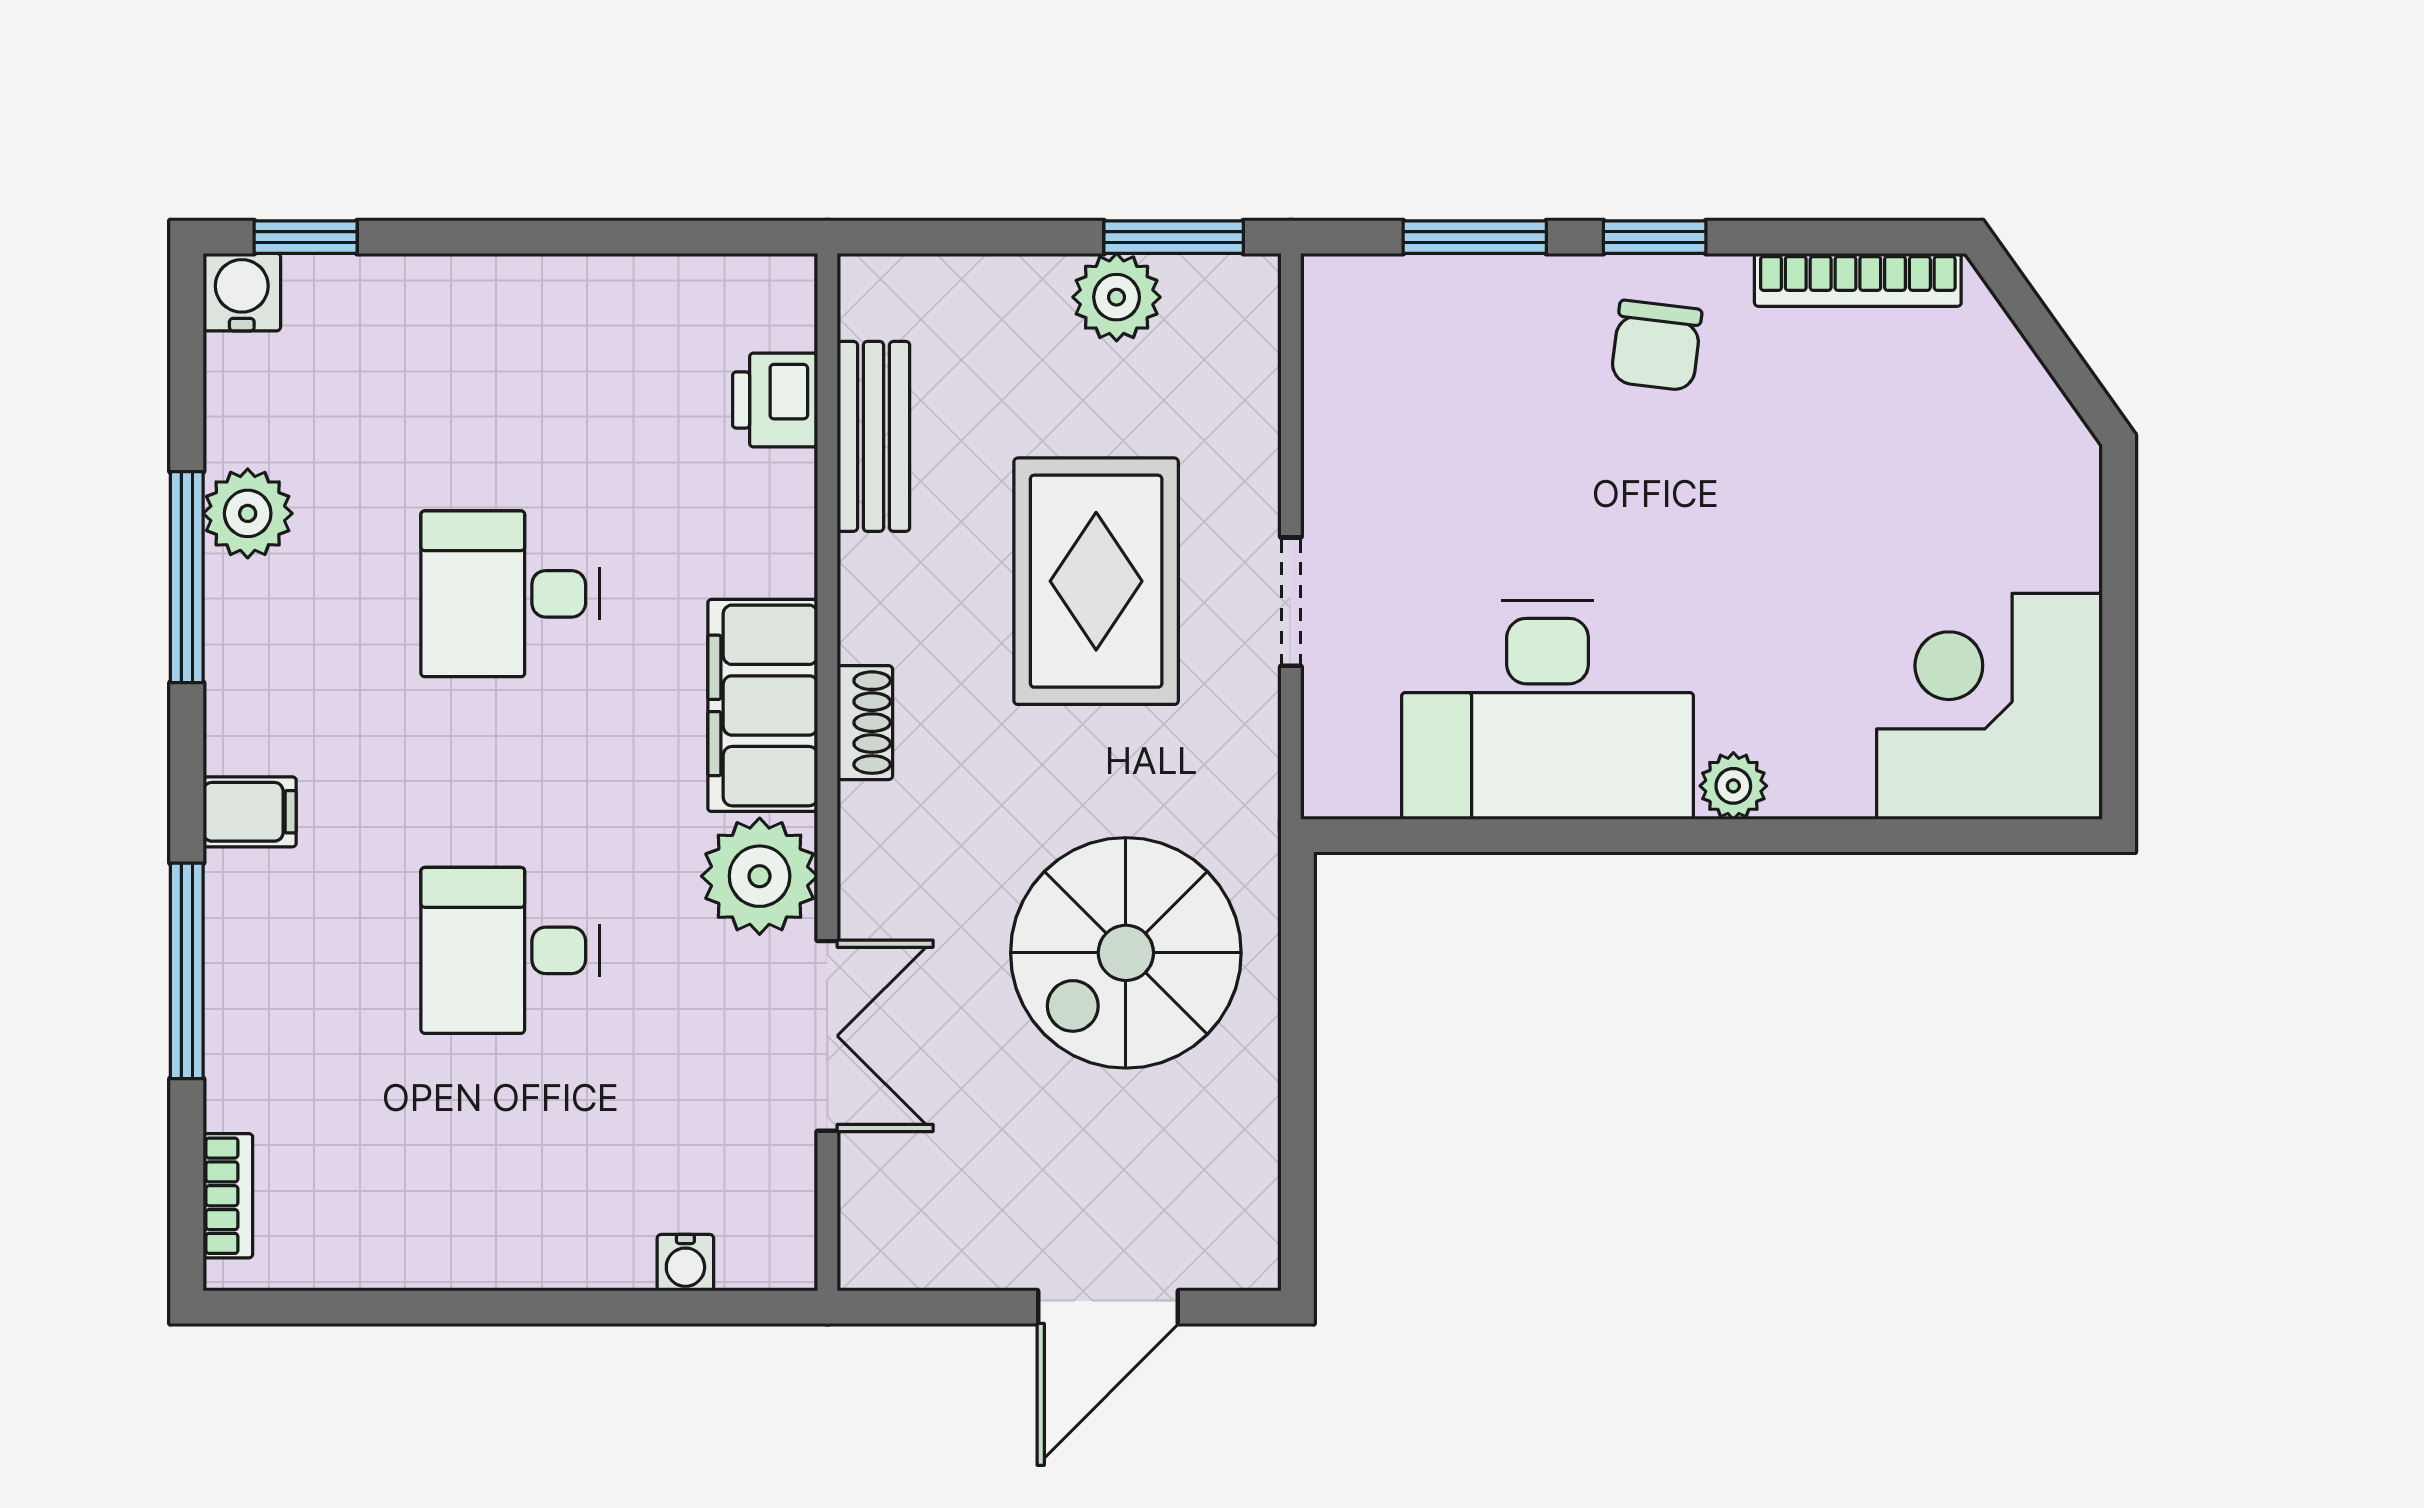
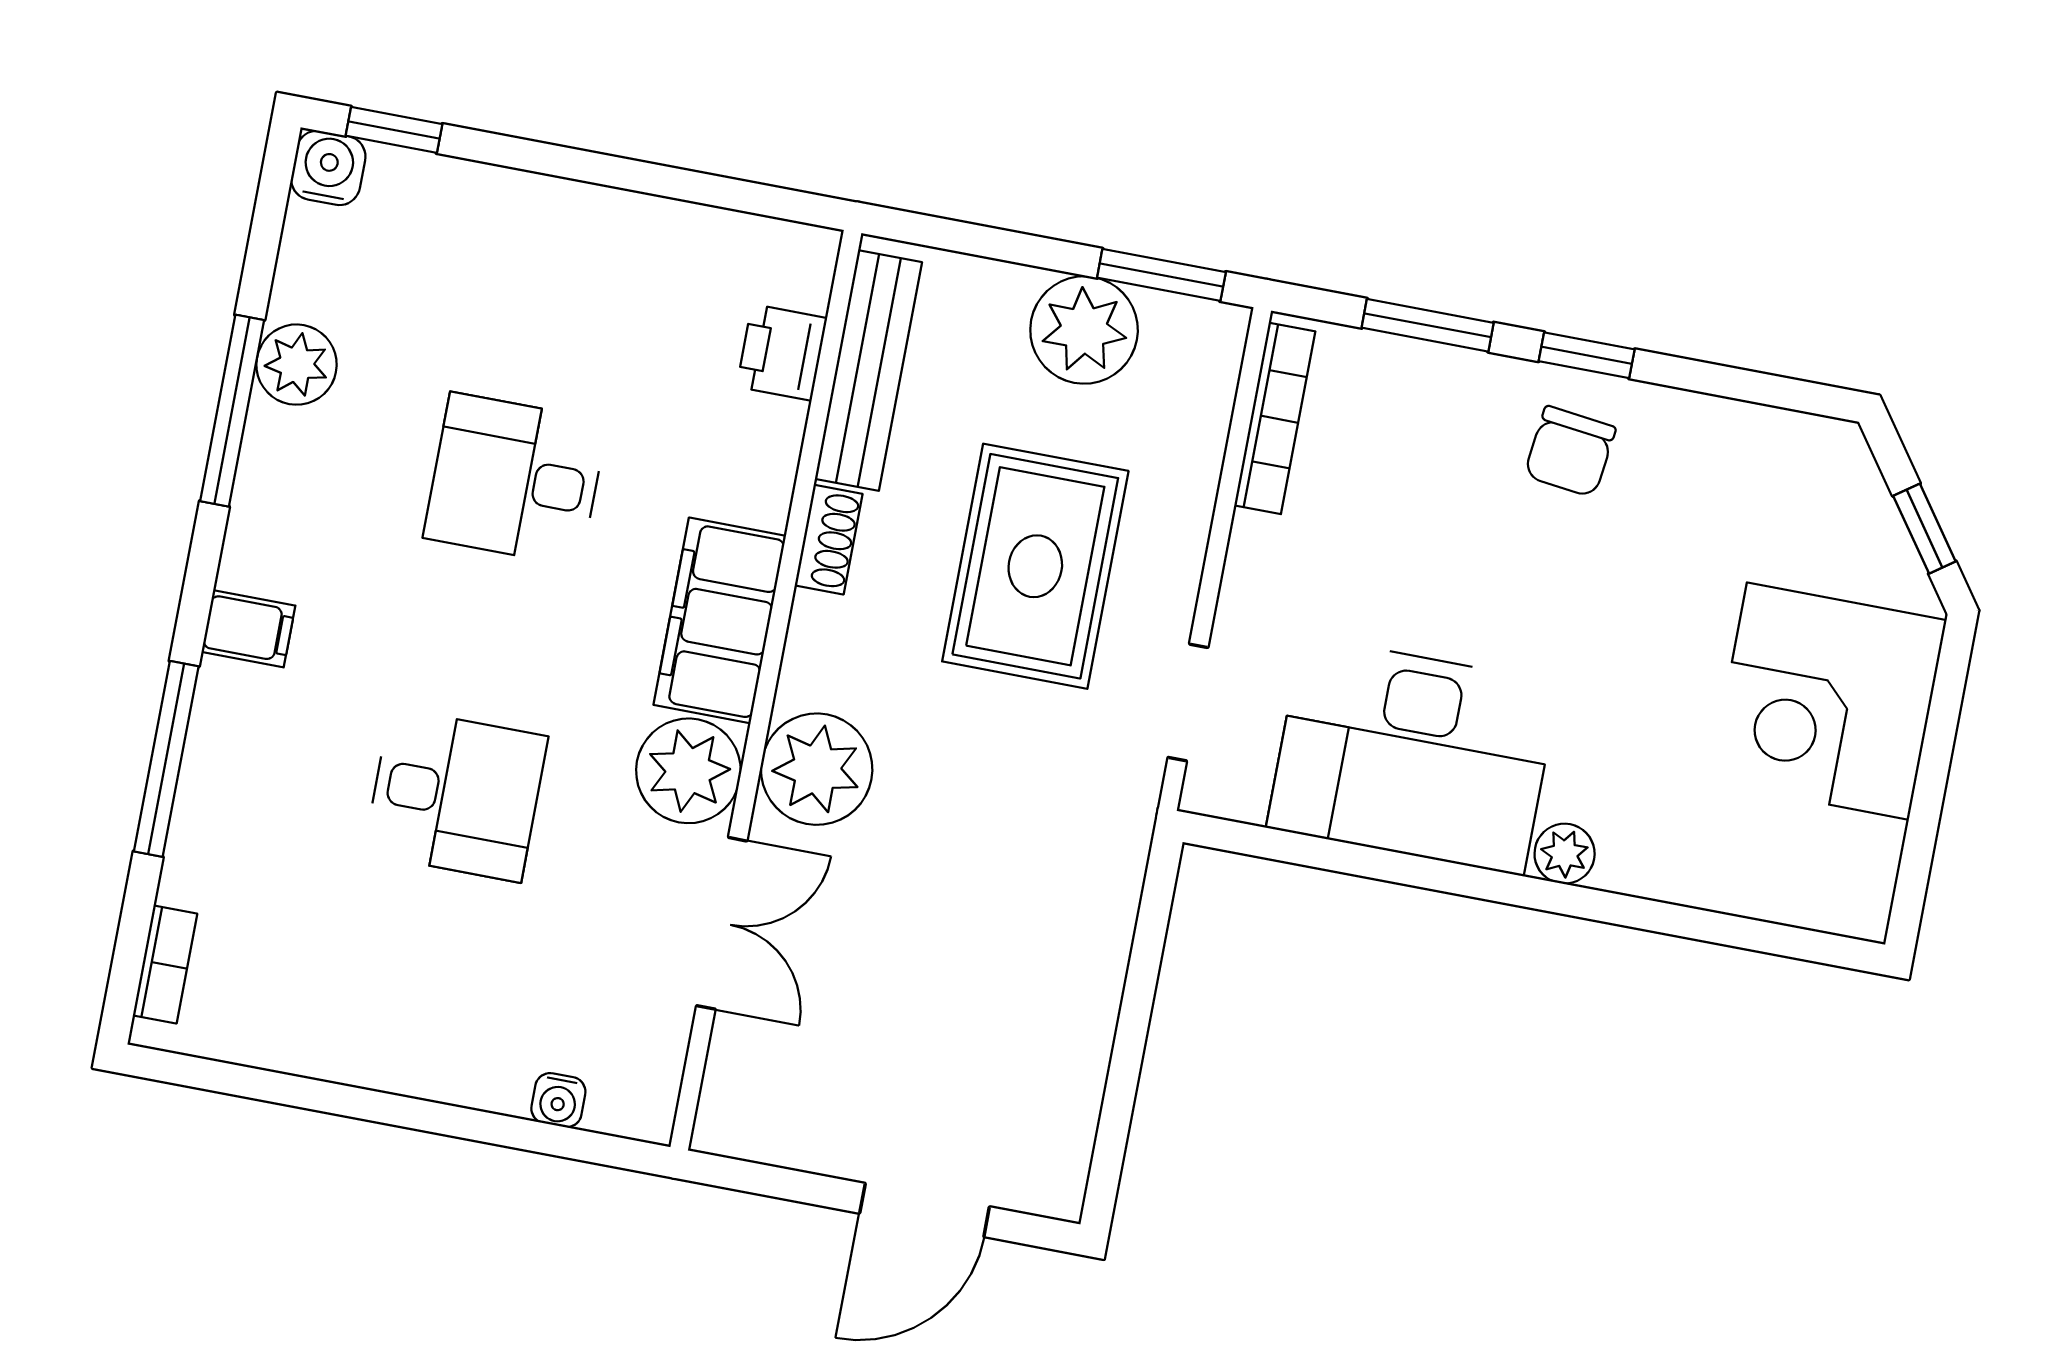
bookcase: (1858, 280) -> (1275, 418), moved, turned -90
plant: (1117, 297) -> (1084, 330), width x1.36, depth x1.36
window: (2059, 357) -> (1924, 529), added
bench: (873, 436) -> (868, 370), width x1.36
doorway: (1291, 602) -> (1188, 702), moved
corner desk: (1989, 706) -> (1828, 701), moved, turned -90
shoe rack: (865, 723) -> (829, 540), moved
plant: (899, 848) -> (817, 769), added
desk: (510, 950) -> (456, 795), turned 180
spiral stairs: (1126, 953) -> (1000, 900), removed

